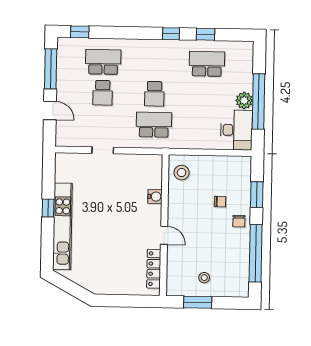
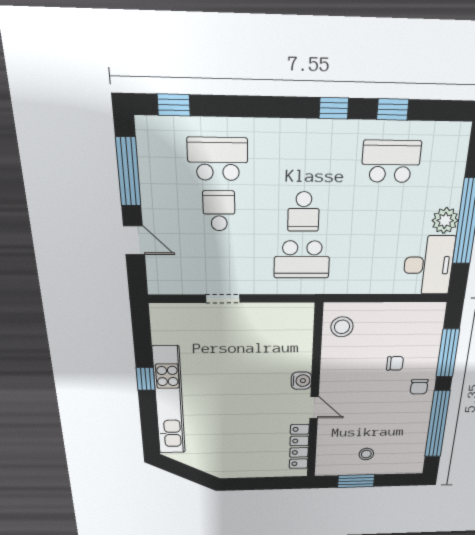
school desk: (103, 93) -> (219, 211), turned 180
school desk: (154, 125) -> (302, 259), turned 180
window: (257, 195) -> (448, 353), width x1.44
water cooler: (155, 197) -> (301, 381), moved

